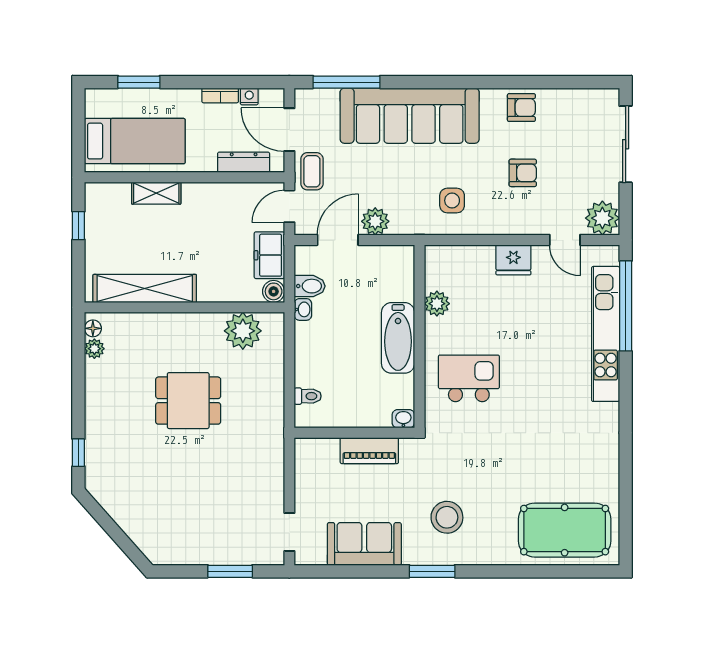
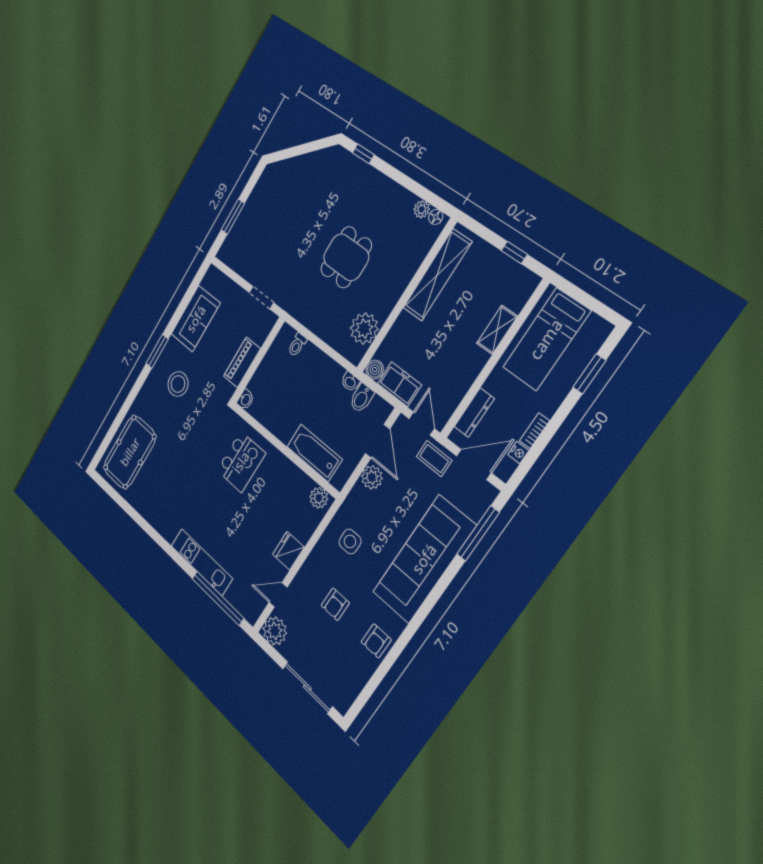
plant: (437, 304) -> (319, 498), moved
kitchen unit: (606, 334) -> (202, 562), width x0.73
bathtub: (398, 338) -> (314, 453), moved
doorway: (289, 532) -> (261, 298), moved

